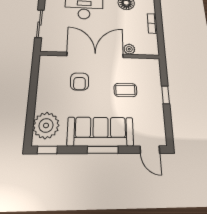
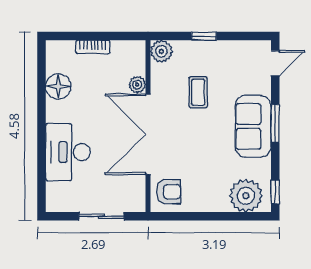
plant: (153, 66) -> (161, 51), added
armchair: (80, 81) -> (169, 192), moved
sofa: (101, 132) -> (253, 126), width x0.73

